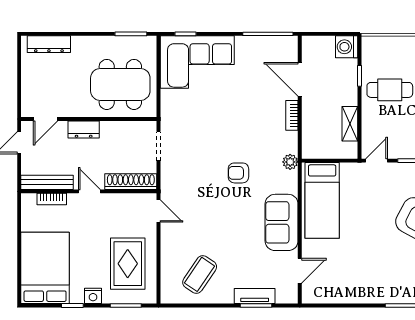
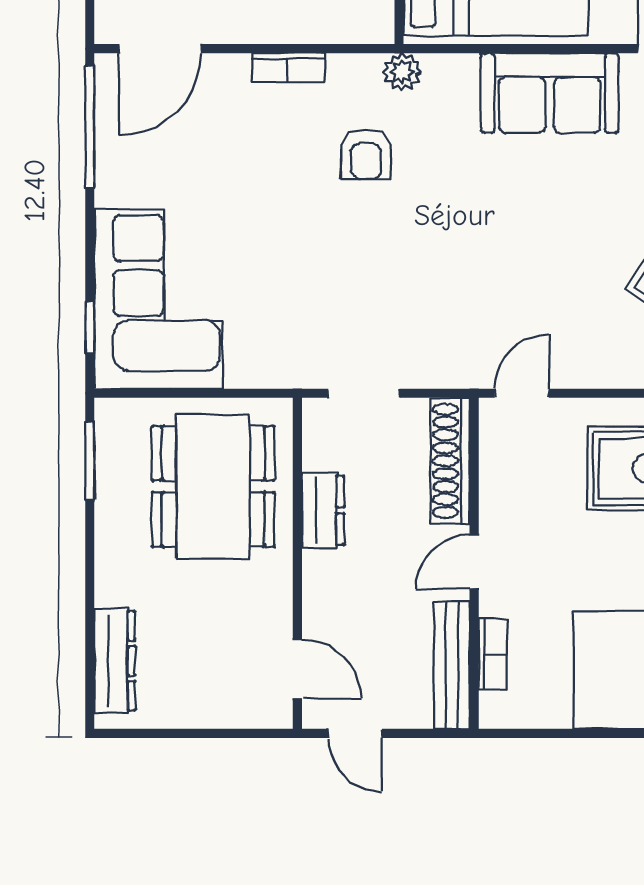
door: (300, 79) -> (160, 49), moved
dresser: (84, 129) -> (323, 510), moved
armchair: (238, 173) -> (366, 154), moved

